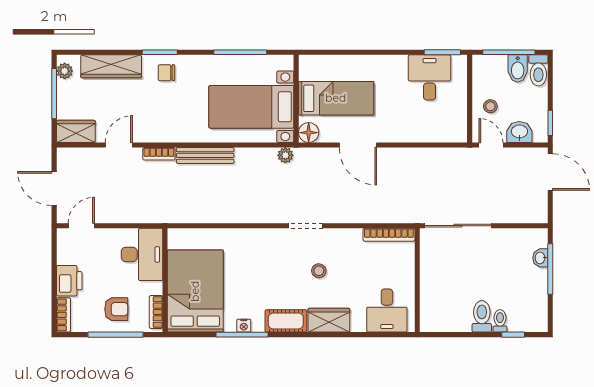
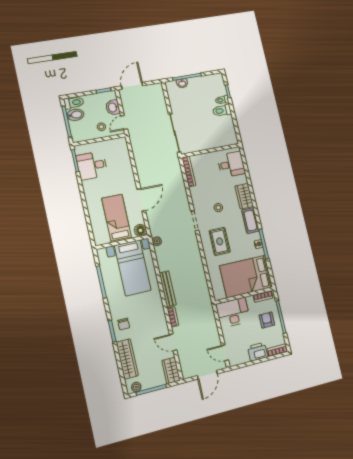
rug: (263, 260) -> (220, 241), added

